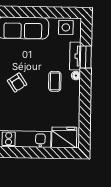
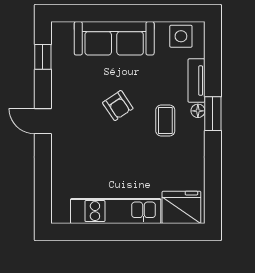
window: (86, 57) -> (213, 114), moved
armchair: (17, 83) -> (118, 106), moved

